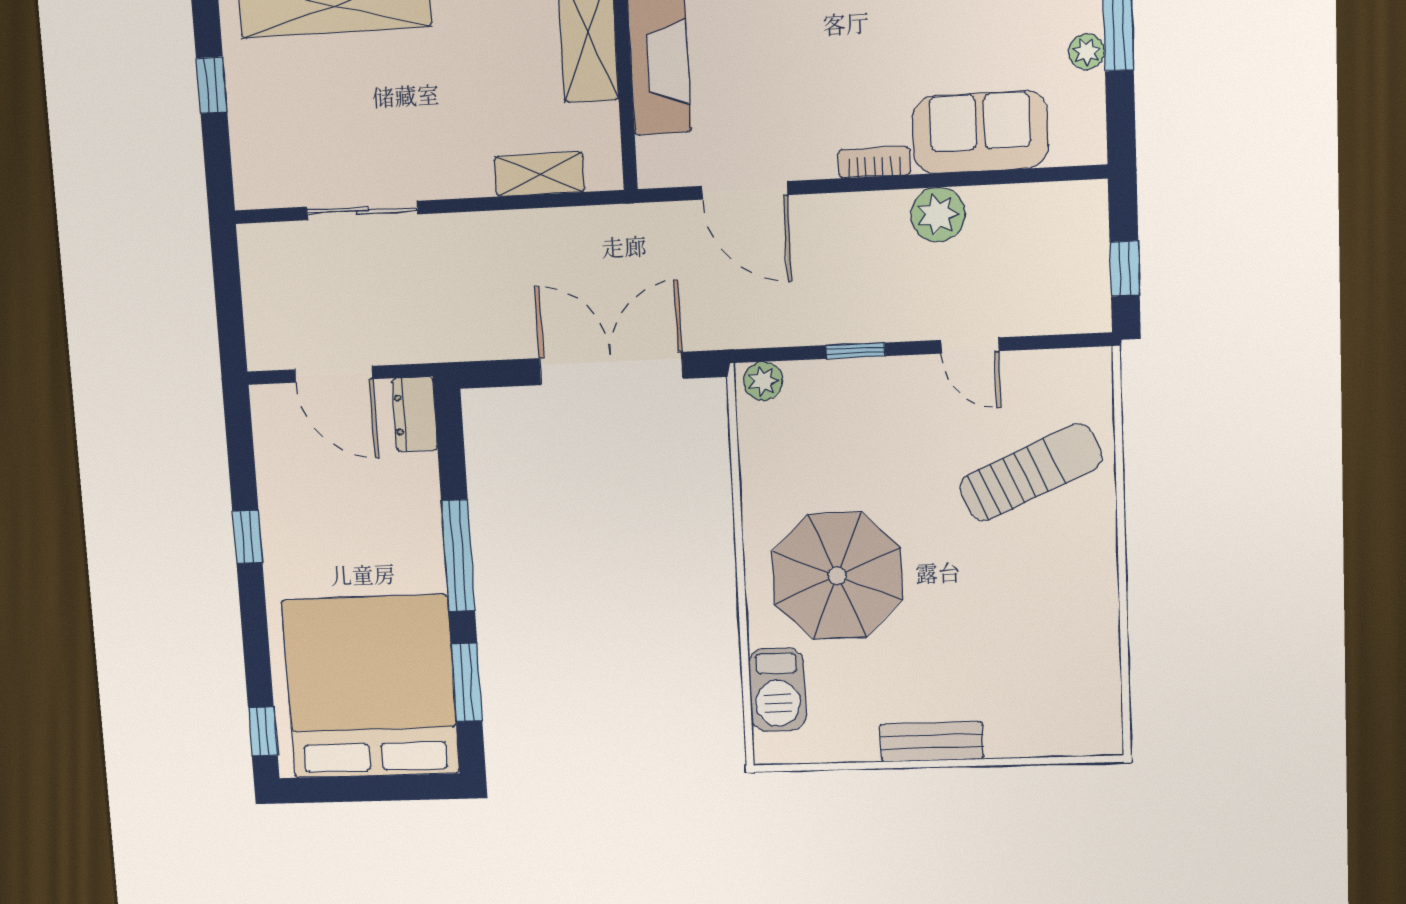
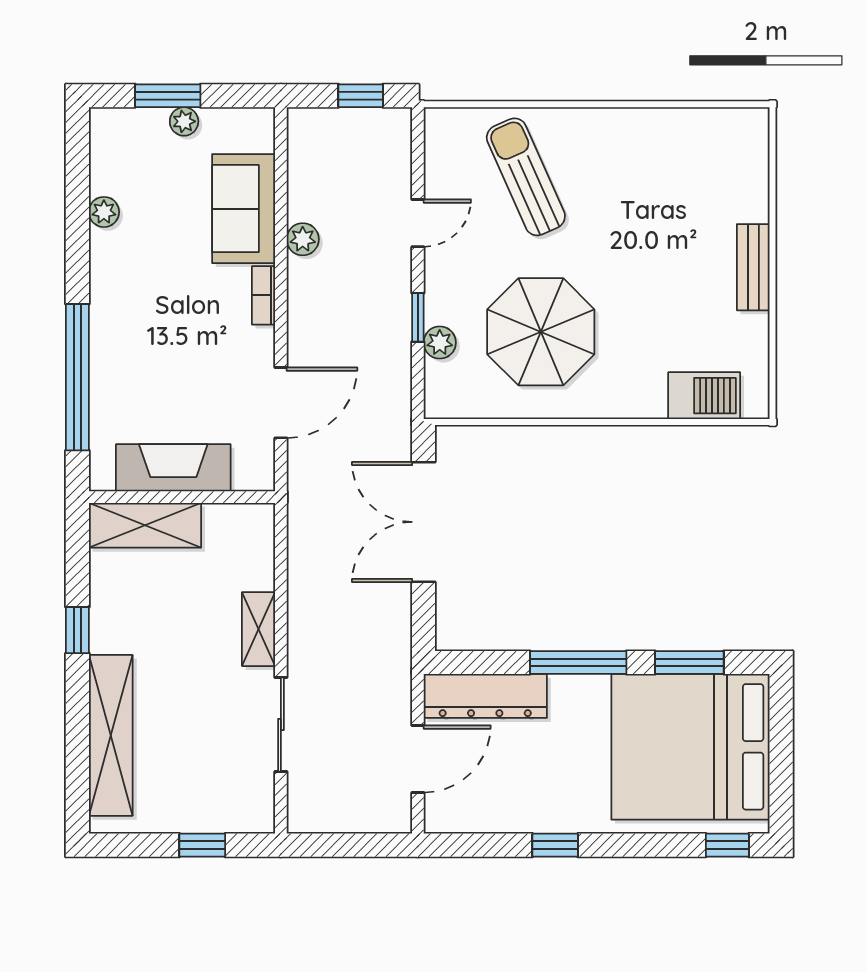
window: (212, 85) -> (202, 845), moved
shelving: (539, 174) -> (259, 629), moved
plant: (938, 214) -> (303, 239), width x0.73, depth x0.73
plant: (763, 381) -> (440, 343), moved
dresser: (415, 414) -> (485, 696), width x1.96, depth x1.24
parasol: (837, 576) -> (541, 332), moved

